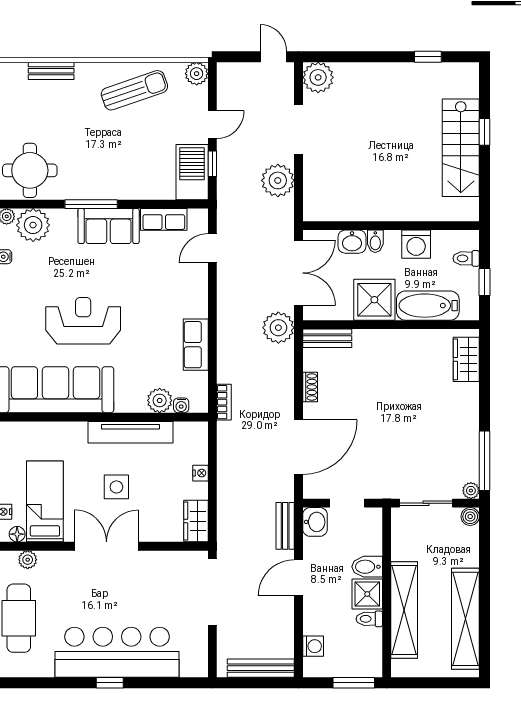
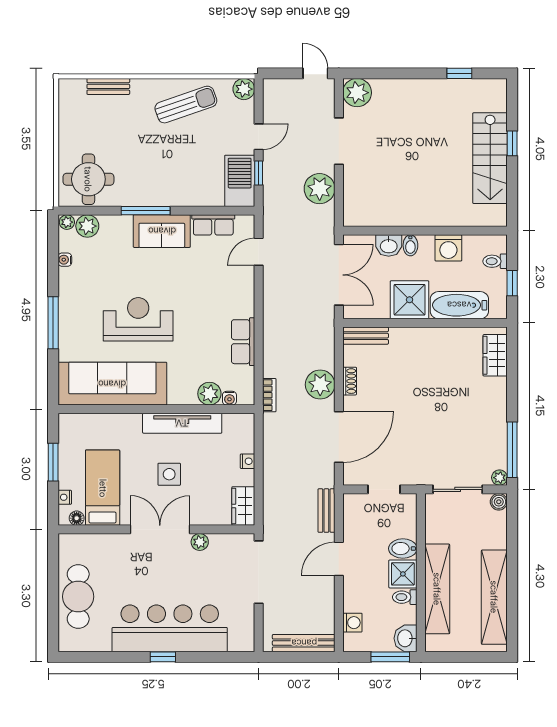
plant: (33, 225) -> (87, 226), width x0.73, depth x0.73
plant: (278, 328) -> (320, 385), moved
washbasin: (315, 522) -> (406, 638), moved, turned 180
plant: (28, 560) -> (200, 542), moved

